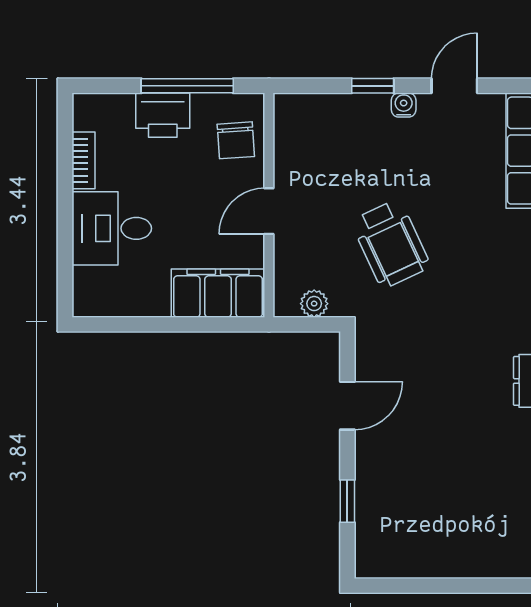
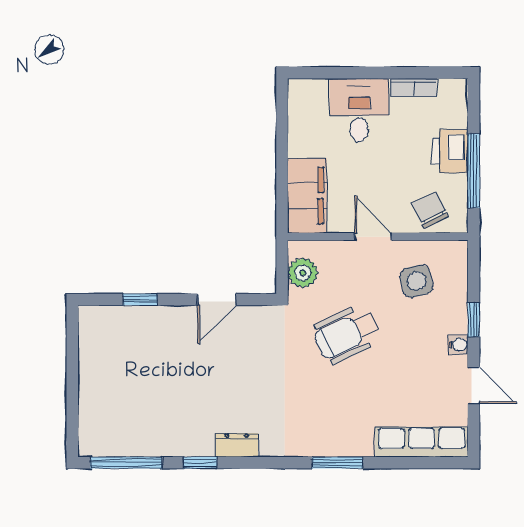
chair: (236, 140) -> (430, 210), turned 68
side table: (324, 157) -> (416, 281), added
plant: (314, 304) -> (303, 273), width x1.38, depth x1.38
door: (347, 406) -> (217, 299), hinge flipped

